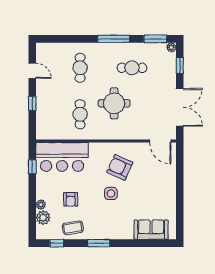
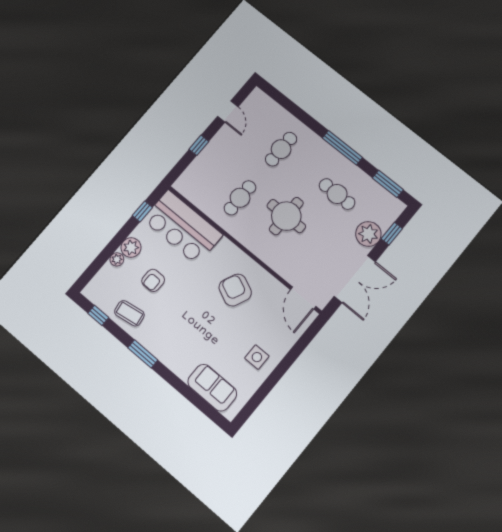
plant: (171, 47) -> (368, 234), moved, width x1.88, depth x1.88
side table: (111, 193) -> (257, 357), moved
plant: (43, 218) -> (131, 248), moved

